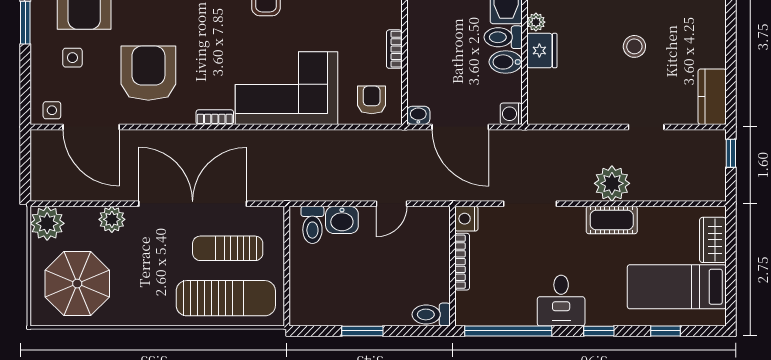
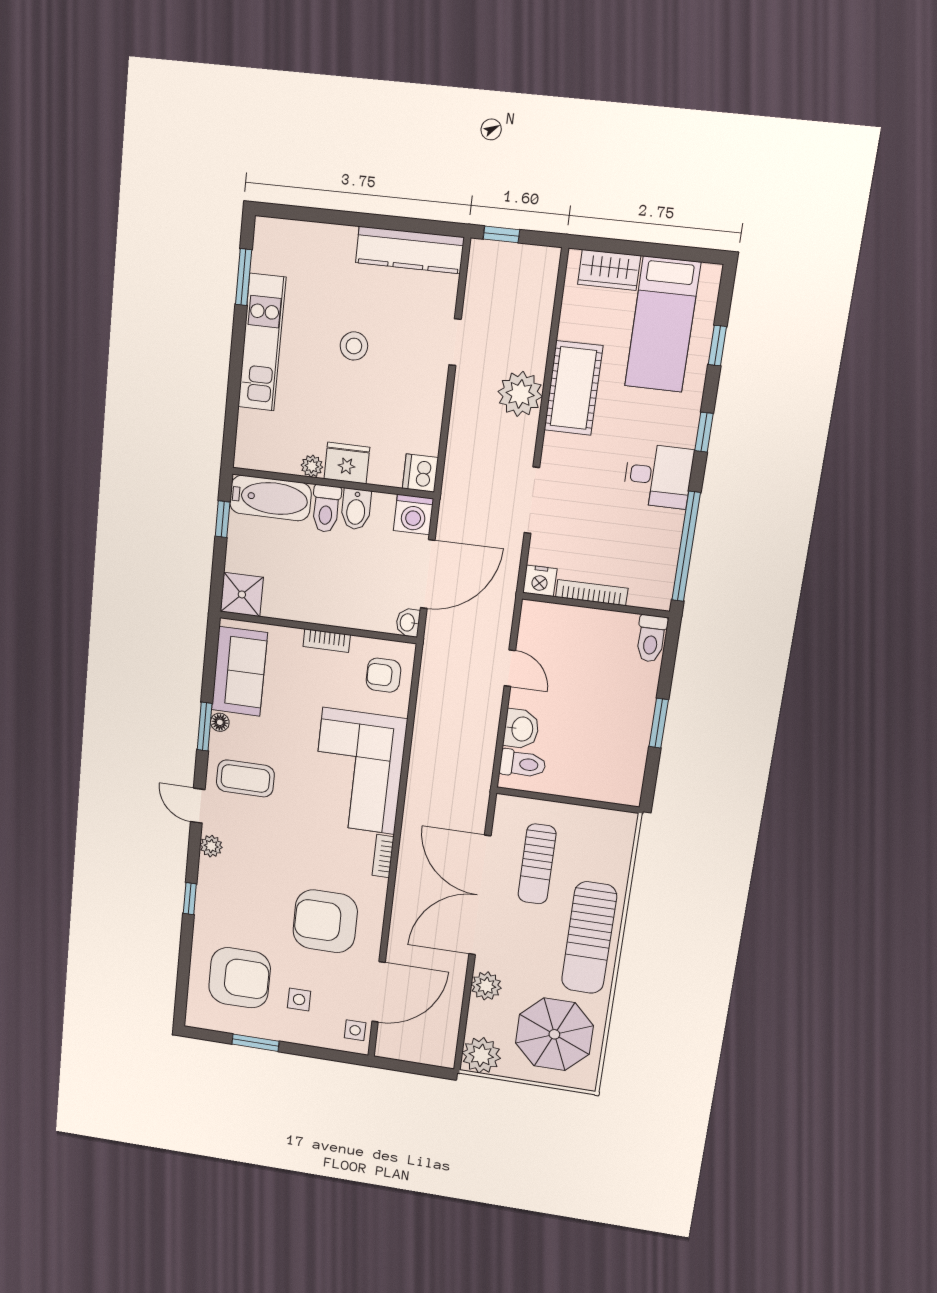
kitchen counter: (712, 97) -> (410, 250), width x1.50
dishwasher: (541, 111) -> (420, 473), added
washing machine: (511, 114) -> (413, 514), width x1.38, depth x1.38
cot: (612, 220) -> (573, 388), width x1.37, depth x1.34
sun lounger: (226, 298) -> (589, 938), moved, turned 180

